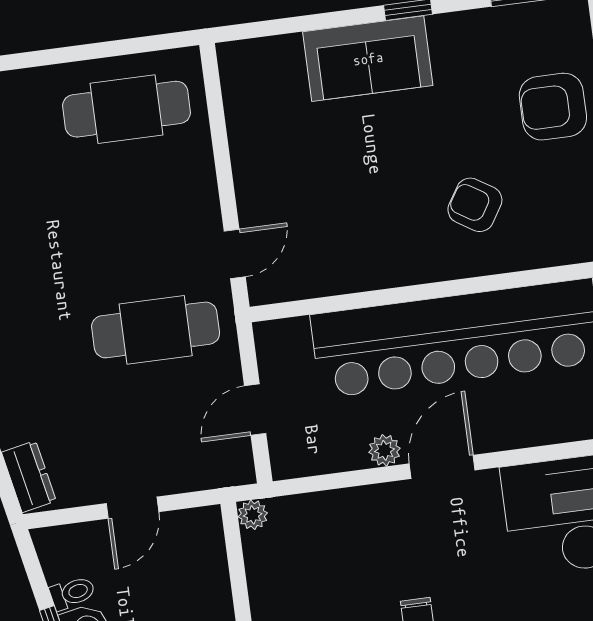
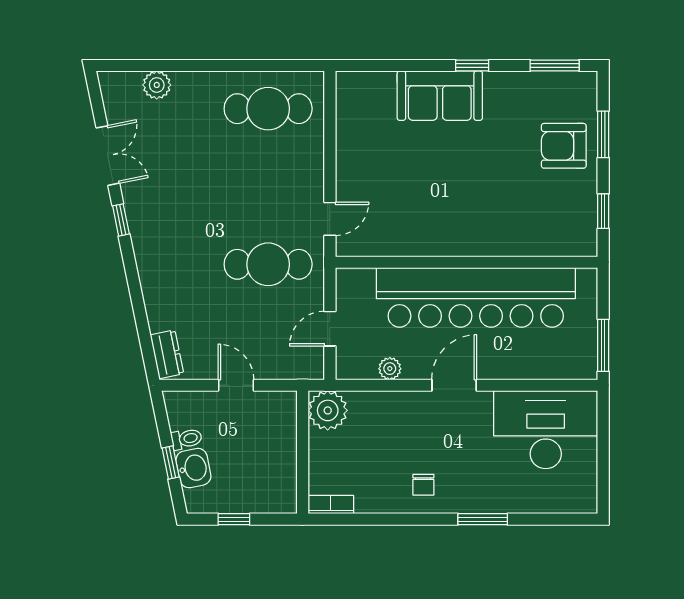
armchair: (475, 205) -> (501, 207), removed
plant: (384, 450) -> (390, 369), moved
door: (133, 508) -> (236, 385), swing flipped
plant: (253, 515) -> (328, 410), width x1.87, depth x1.87

